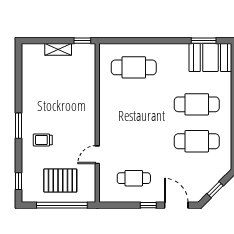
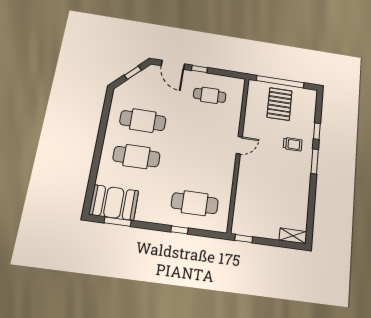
window: (145, 41) -> (179, 230), added
shelving: (58, 49) -> (293, 236), moved
door: (97, 155) -> (239, 145), moved
pallet: (60, 180) -> (280, 104), turned 90
window: (19, 181) -> (317, 131), moved

